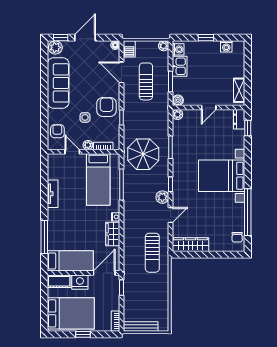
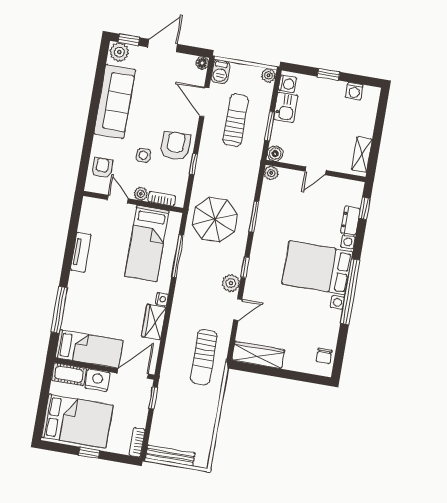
dresser: (239, 119) -> (350, 221), moved
window: (248, 212) -> (350, 292), moved

